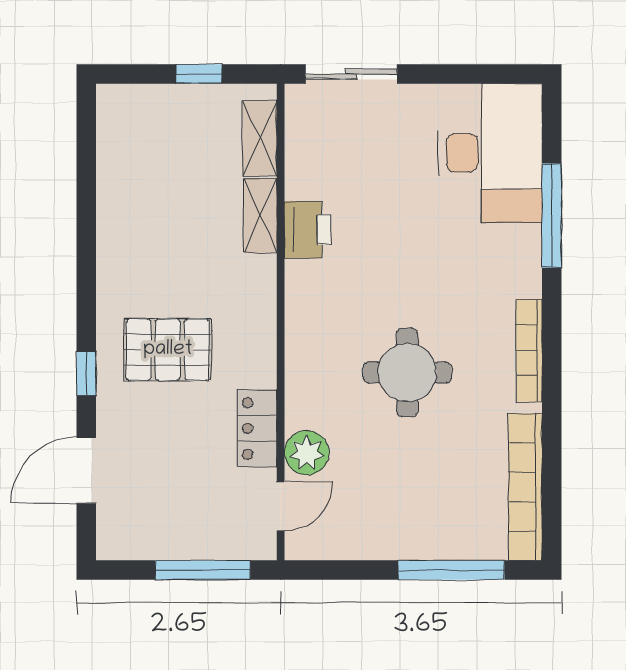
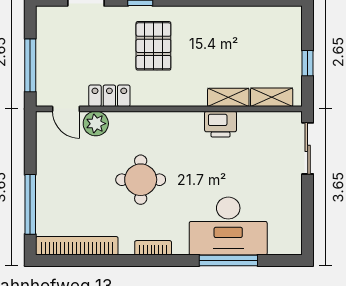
desk: (490, 153) -> (228, 226), moved
bookcase: (529, 350) -> (153, 248), width x0.64

